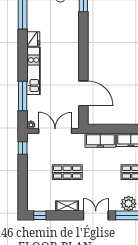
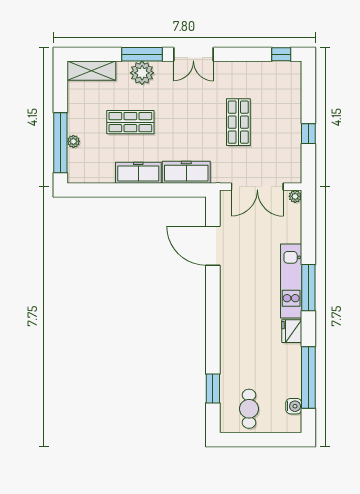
window: (23, 96) -> (308, 288), moved
window: (23, 148) -> (308, 134), moved
shop shelf: (67, 172) -> (238, 122), turned 90
shelving: (67, 206) -> (239, 69), removed

